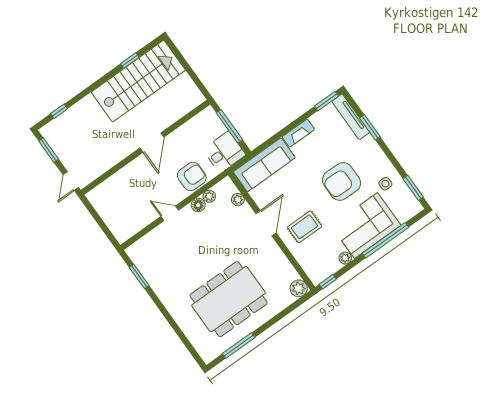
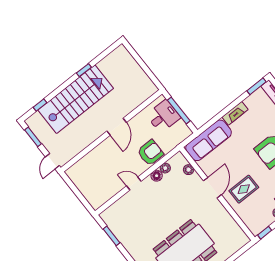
window: (130, 61) -> (84, 70), moved
stairs: (138, 81) -> (76, 99), moved
desk: (224, 152) -> (163, 116), moved
plant: (299, 288) -> (241, 239), removed

